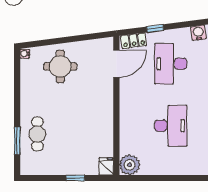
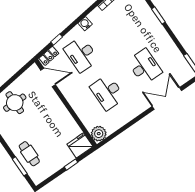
door: (116, 64) -> (48, 77), hinge flipped
desk: (171, 126) -> (107, 92), turned 180
fridge: (106, 166) -> (80, 145), width x1.88, depth x1.34

